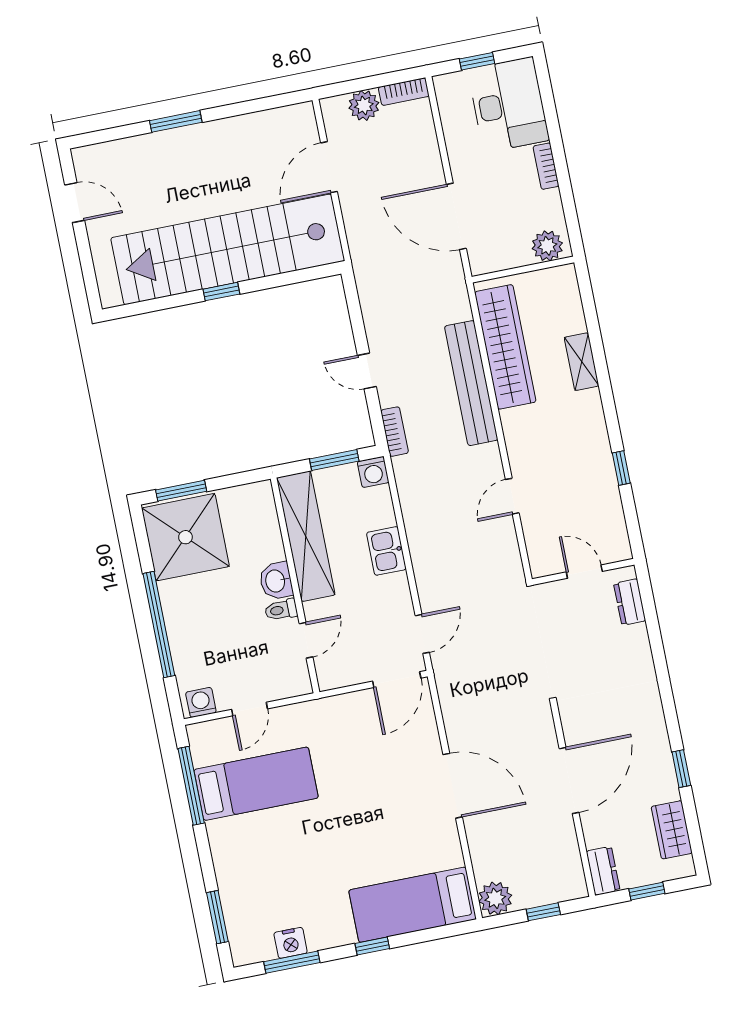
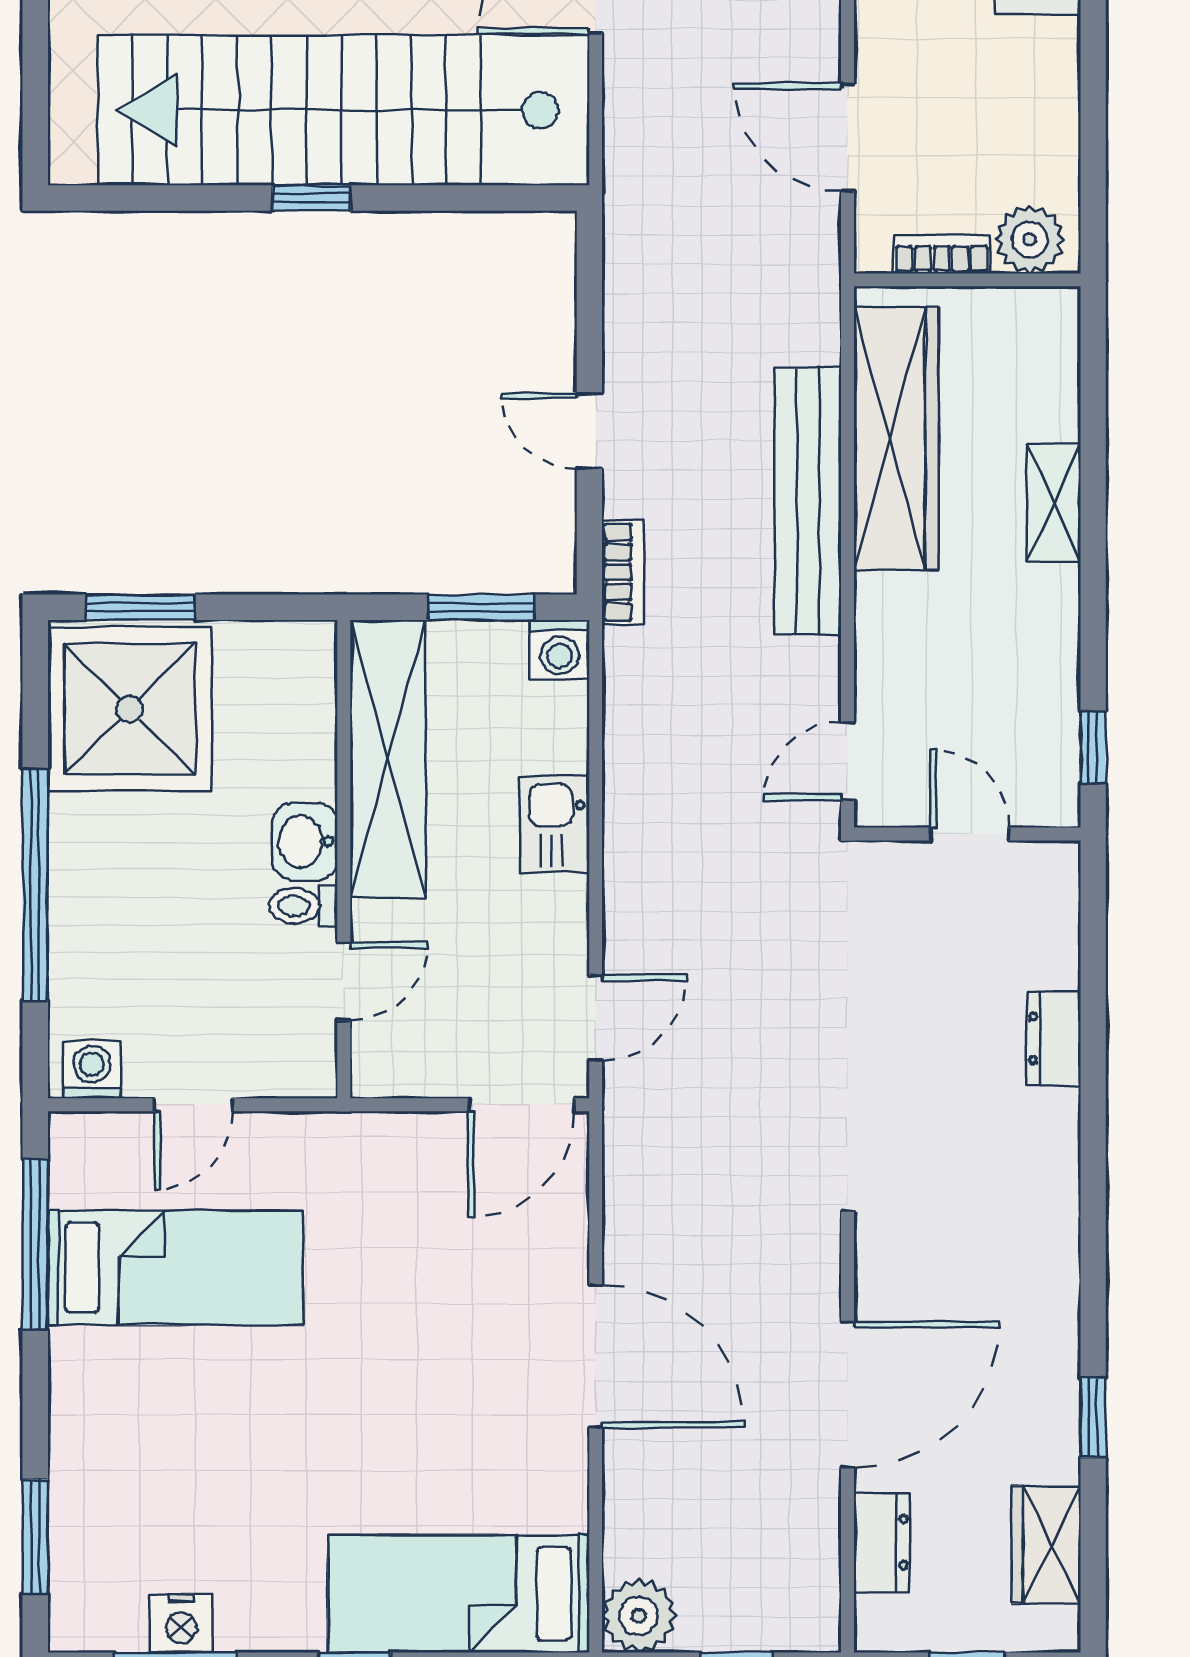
bookcase: (546, 166) -> (942, 254), moved, turned 90
door: (456, 216) -> (848, 137), width x0.73
wall: (583, 572) -> (967, 834), moved
door: (584, 572) -> (970, 834), moved
dresser: (603, 871) -> (882, 1542), moved

